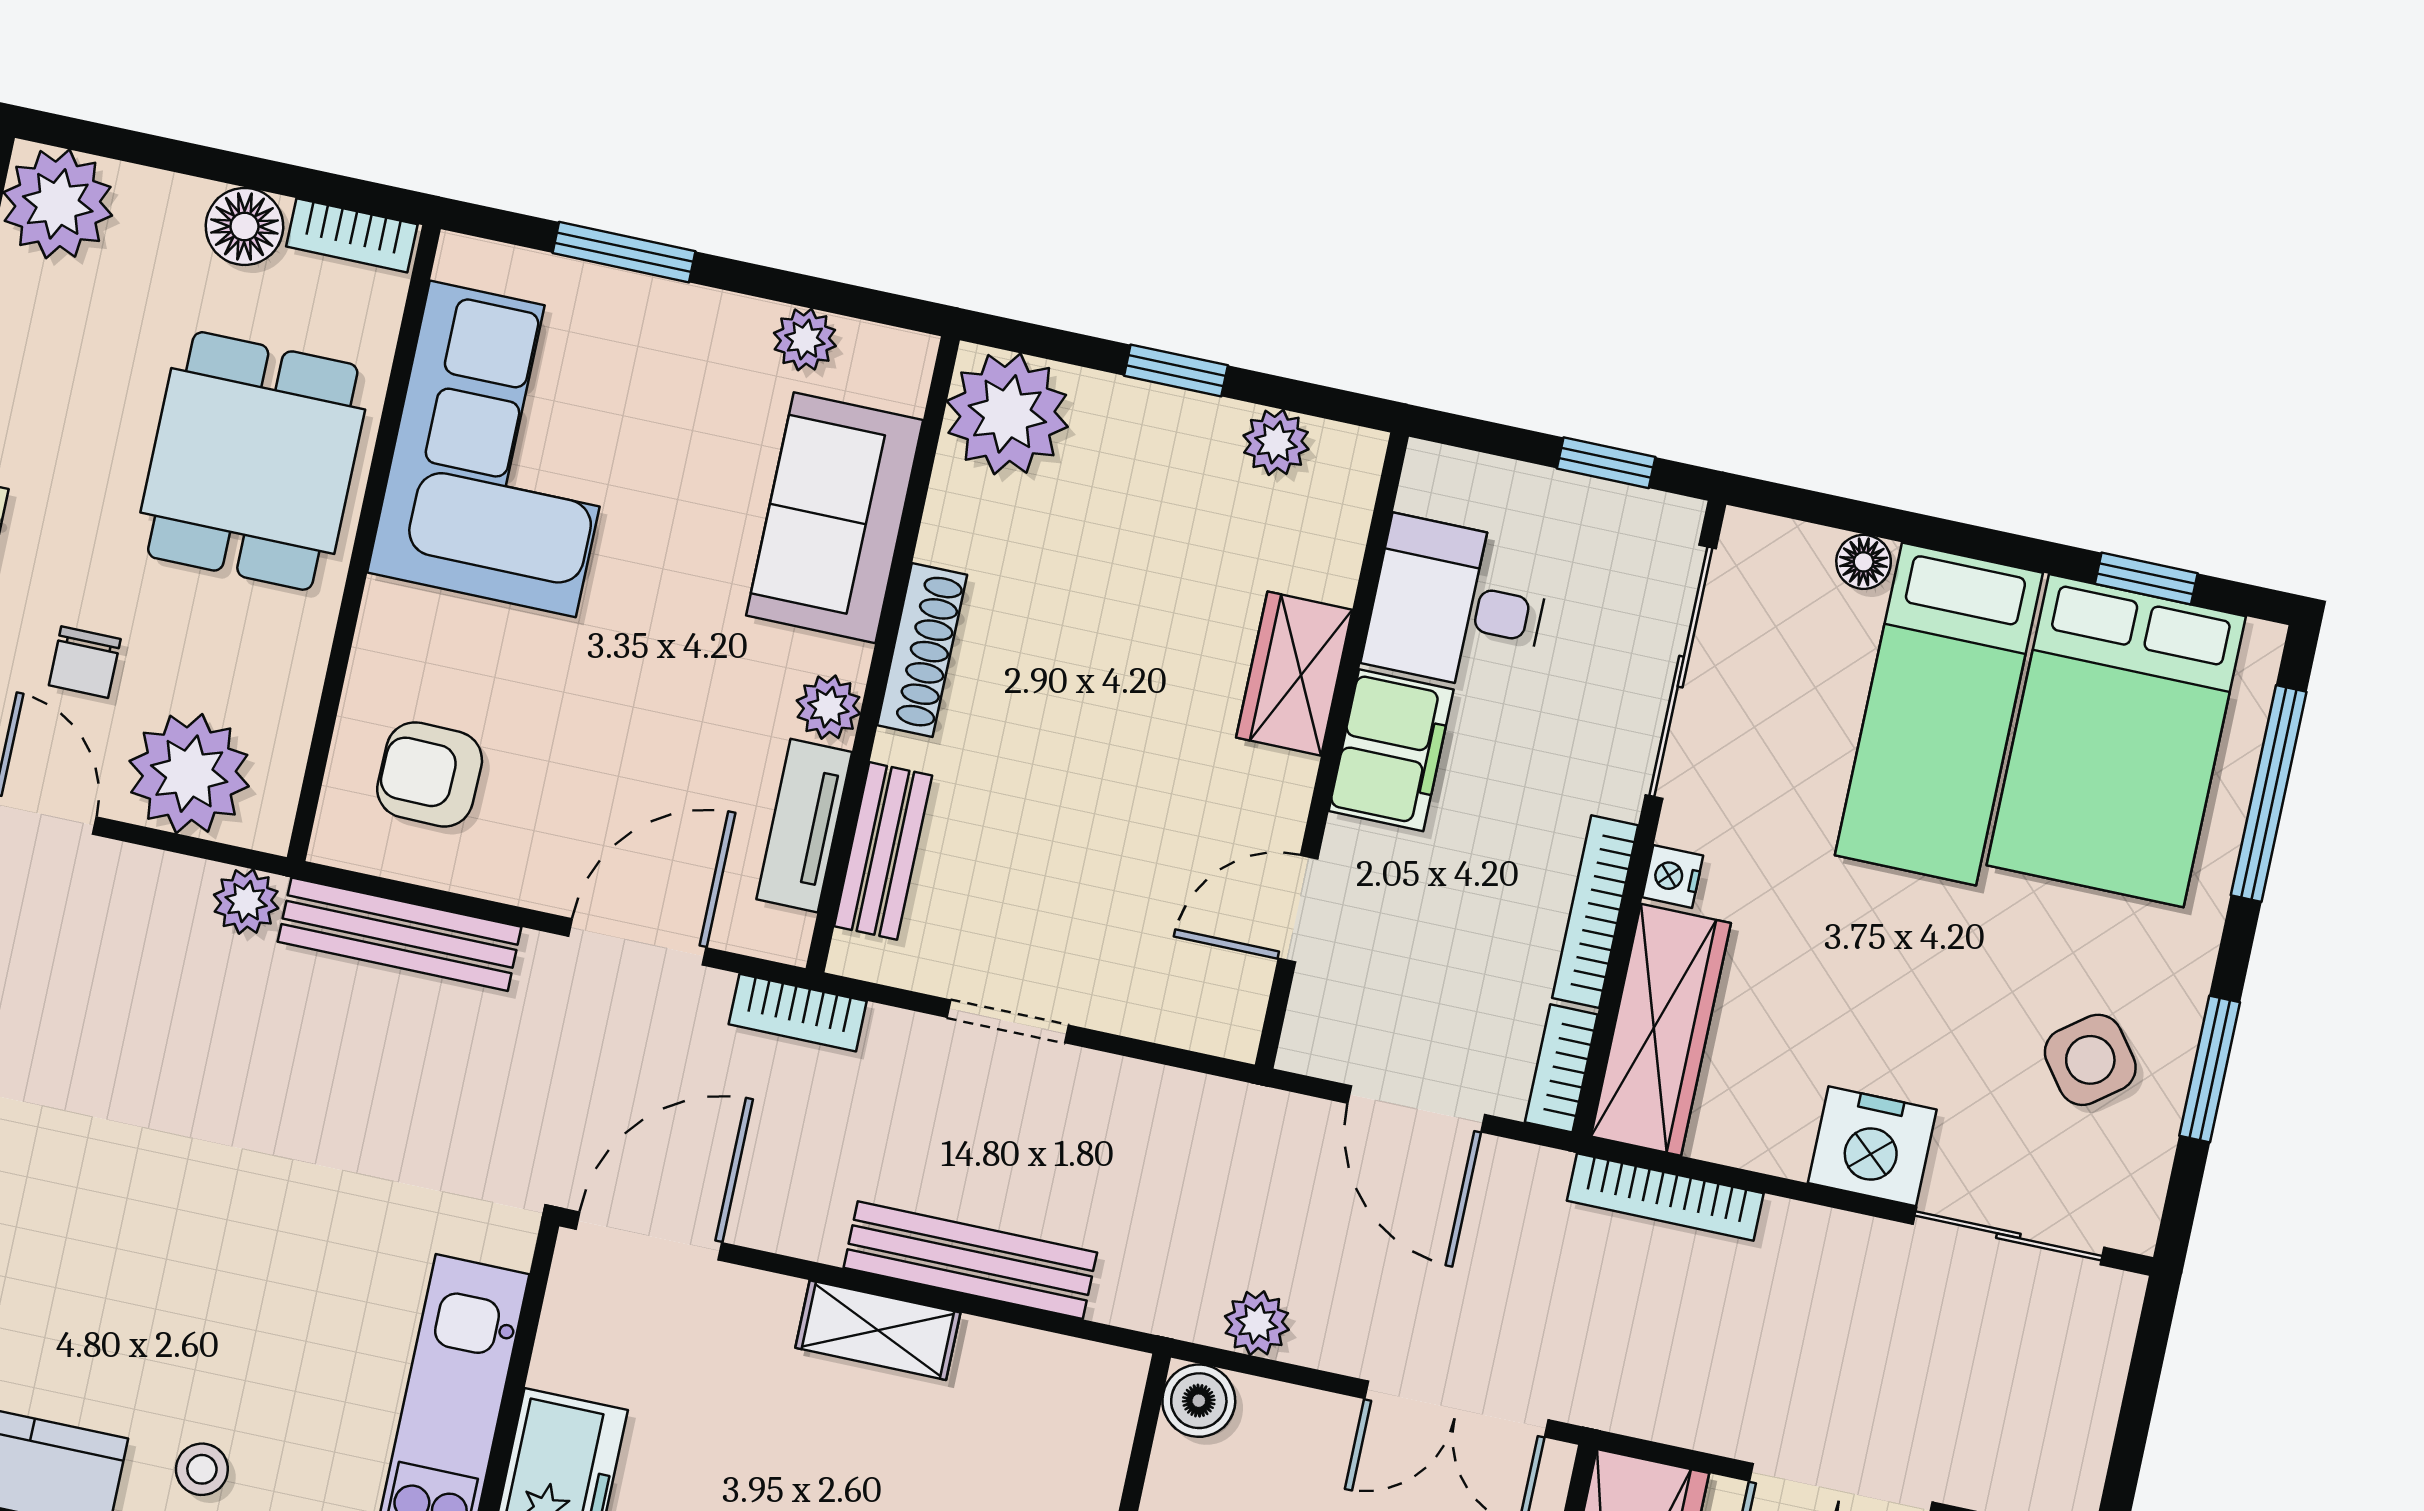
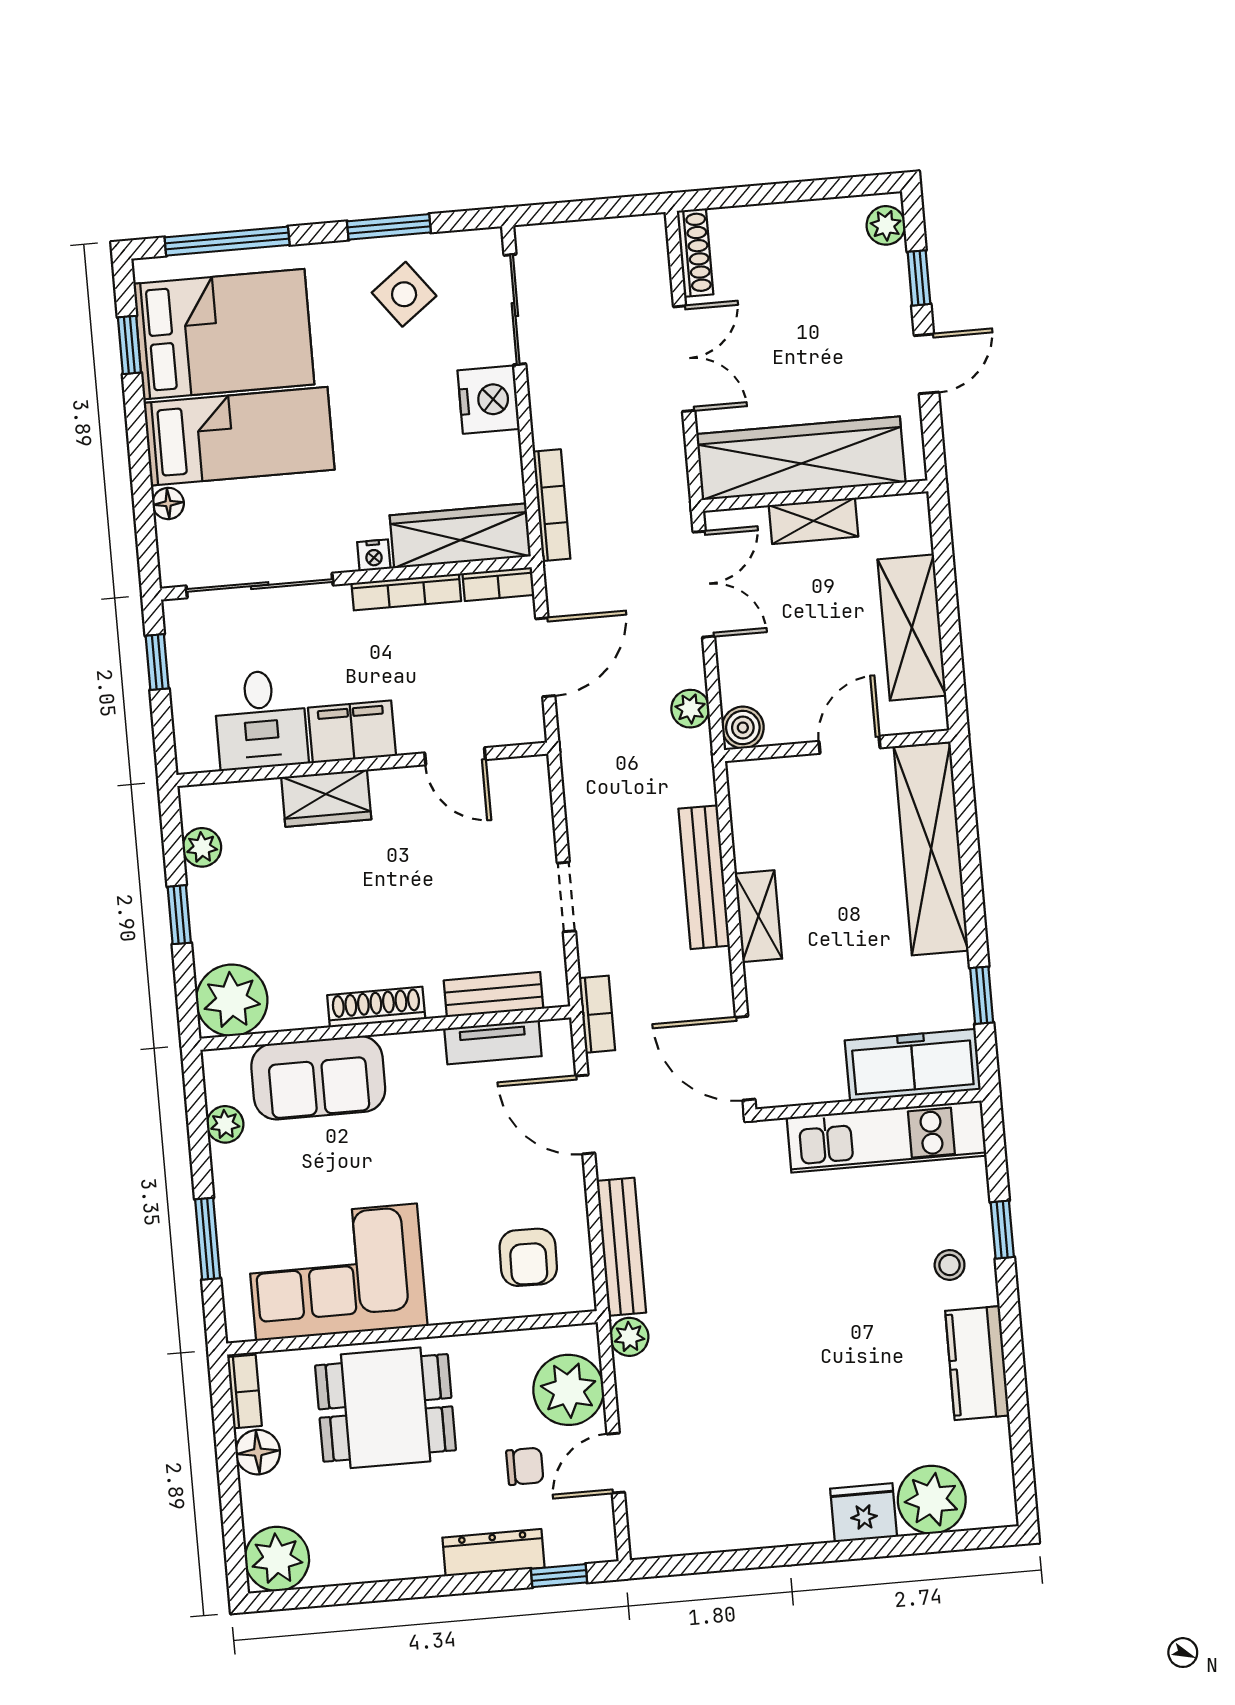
plant: (828, 707) -> (424, 1049), removed

